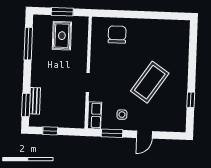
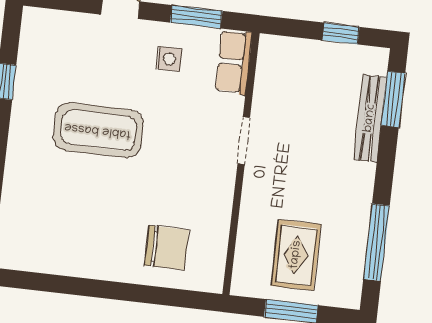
chair: (117, 35) -> (166, 248), turned -90
coffee table: (150, 82) -> (98, 130), turned 56
bench: (35, 101) -> (370, 118), width x1.36

